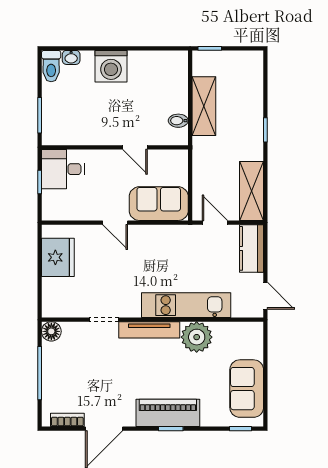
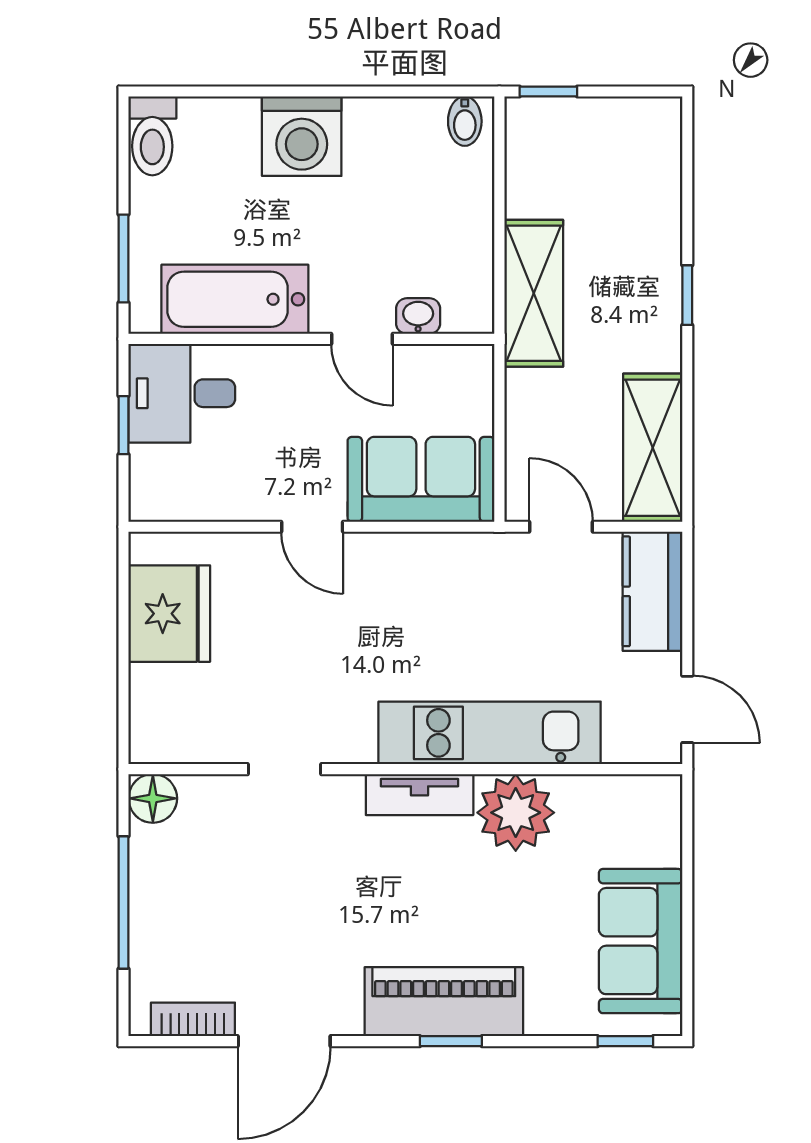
washbasin: (71, 57) -> (418, 316), moved, turned 180
shelving: (204, 106) -> (534, 293), moved
bidet: (178, 121) -> (465, 121), moved, turned -90
bathtub: (84, 131) -> (235, 299), added
tv unit: (149, 330) -> (420, 795), width x0.71

